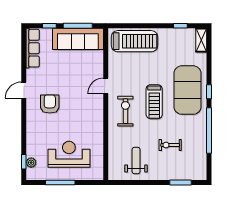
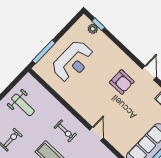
exercise bike: (125, 111) -> (65, 131), width x0.73, depth x0.72
window: (60, 182) -> (44, 52), moved

